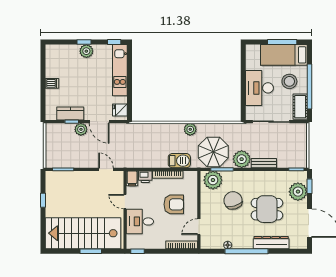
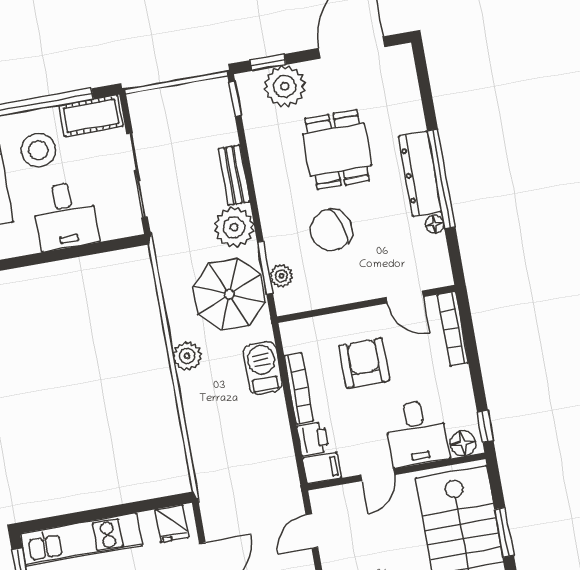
desk: (259, 88) -> (65, 216), width x0.73
plant: (213, 180) -> (281, 276), width x0.53, depth x0.53
floor lamp: (132, 240) -> (463, 443), added
dresser: (271, 243) -> (420, 174), moved

